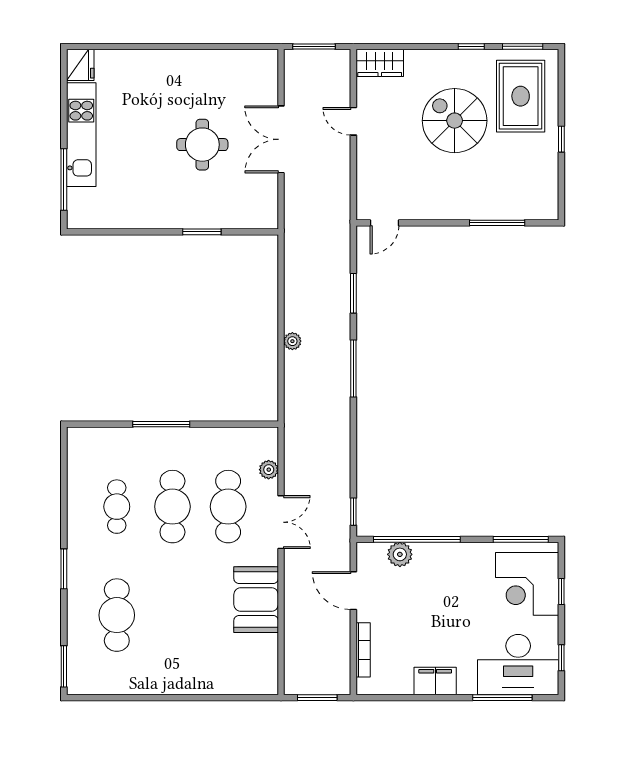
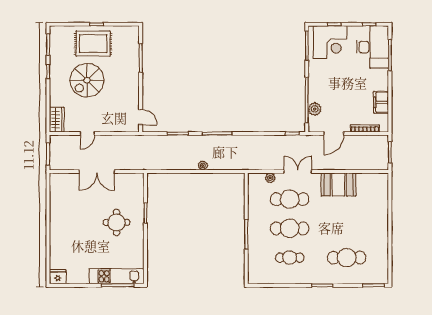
rug: (521, 96) -> (93, 44), moved
kitchen unit: (81, 135) -> (117, 276), moved
round table: (202, 145) -> (117, 222), moved
filing cabinet: (435, 681) -> (381, 102), moved

